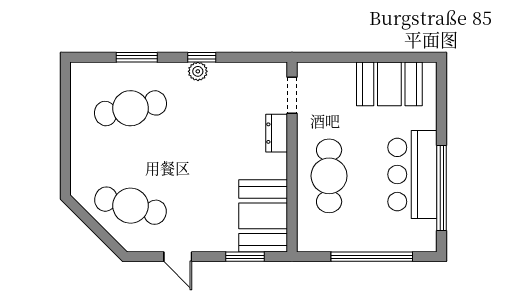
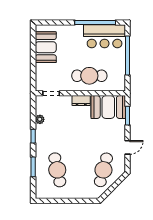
plant: (198, 71) -> (40, 119), moved
dresser: (277, 133) -> (81, 101), moved
bar counter: (412, 174) -> (105, 36), moved

